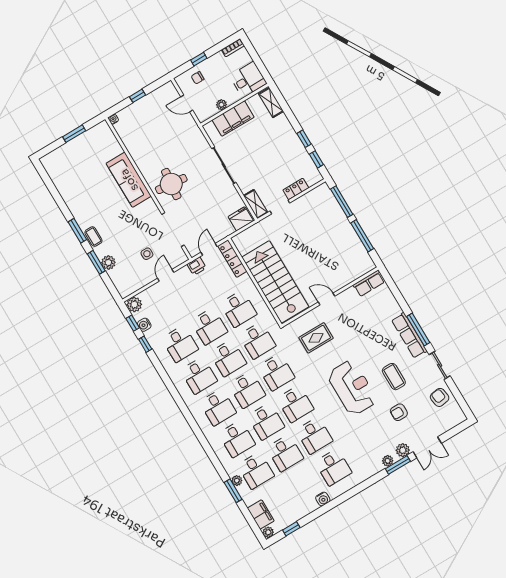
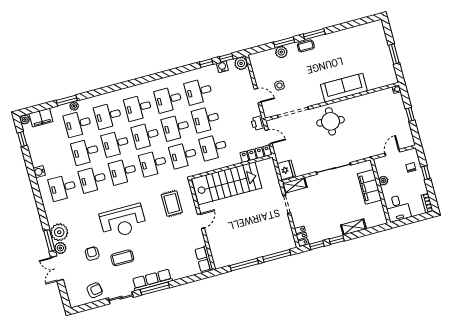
shelving: (271, 103) -> (353, 227), moved
locker: (296, 189) -> (302, 236), moved
plant: (388, 461) -> (59, 232), width x1.87, depth x1.87

